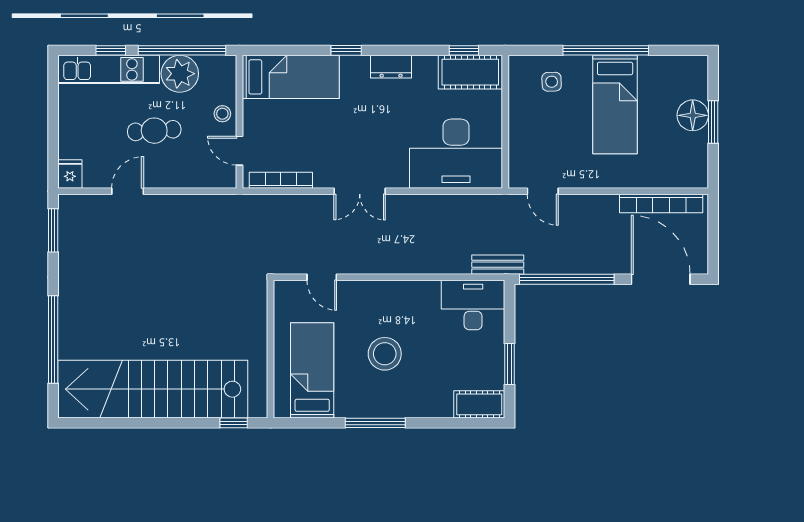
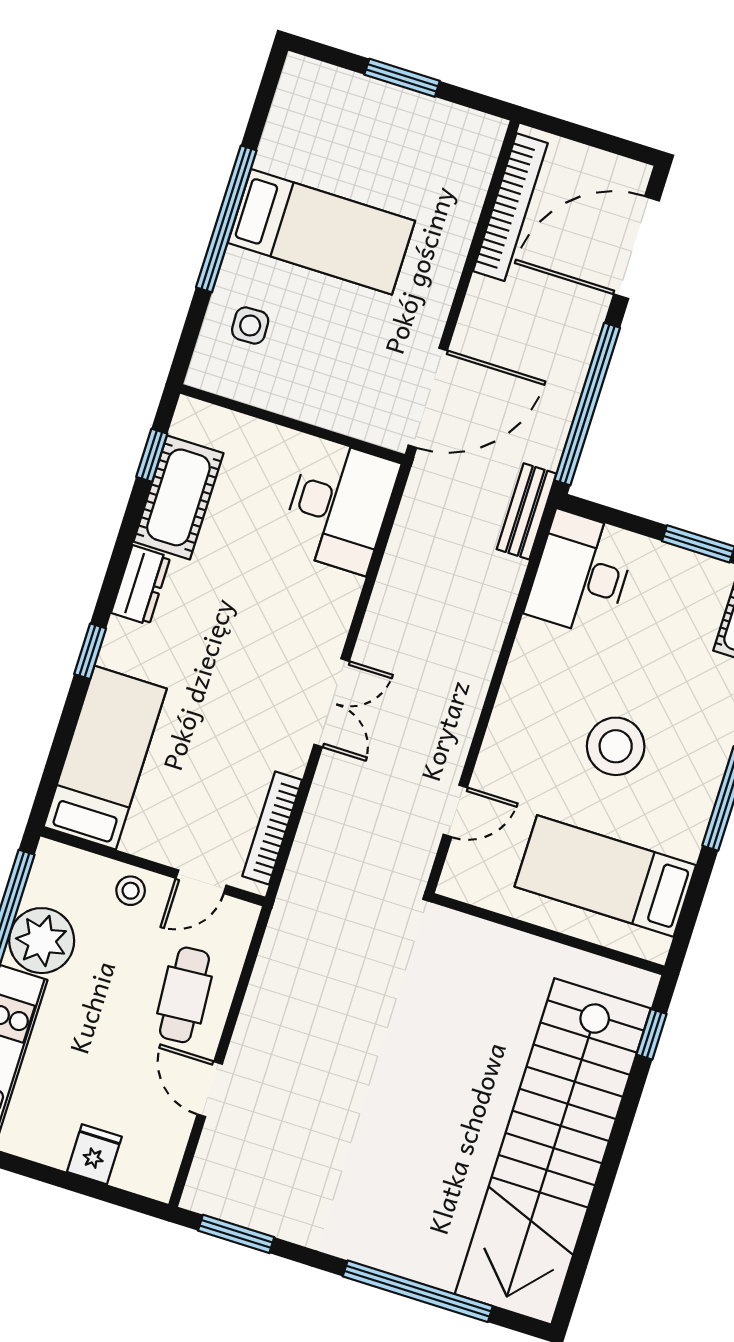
cot: (470, 72) -> (178, 497), moved
floor lamp: (693, 115) -> (380, 108), removed
cafe table: (154, 131) -> (184, 995), moved
desk: (456, 154) -> (340, 506), width x0.73, depth x0.77
fridge: (70, 174) -> (94, 1154), moved, turned 90
door: (543, 191) -> (428, 398), width x1.88

